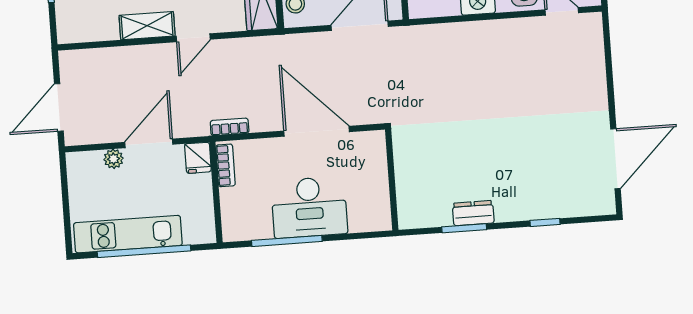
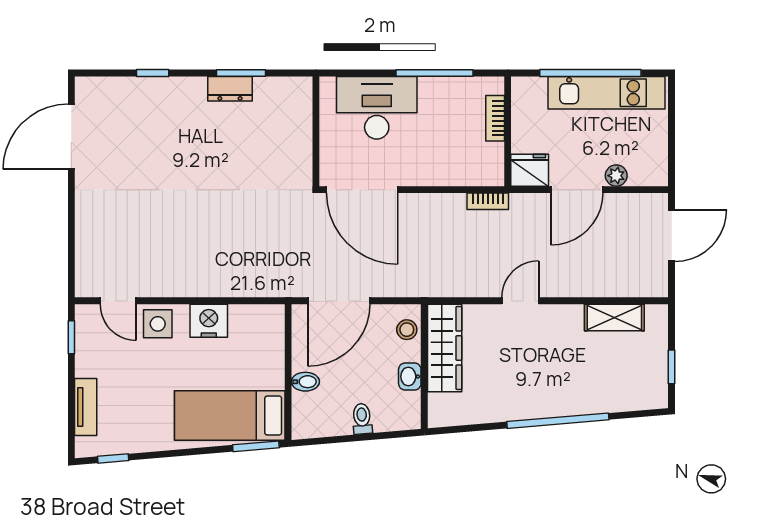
shelving: (147, 26) -> (614, 318), moved
door: (317, 131) -> (362, 190), moved
fridge: (198, 158) -> (530, 170), width x1.38
bookcase: (226, 165) -> (495, 118), moved
desk: (309, 207) -> (377, 108), moved

